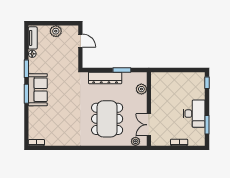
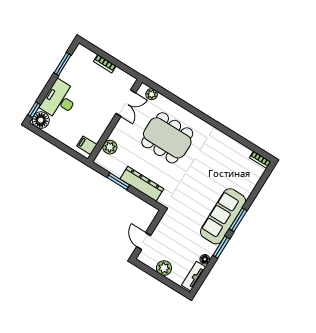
floor lamp: (198, 79) -> (41, 120), added
filing cabinet: (157, 81) -> (87, 145), added
sofa: (38, 90) -> (223, 216), width x1.36
desk: (194, 114) -> (60, 100), moved
dining table: (107, 119) -> (167, 138), turned 90

